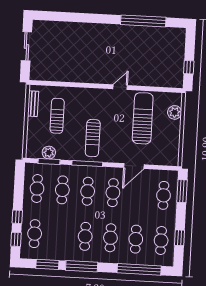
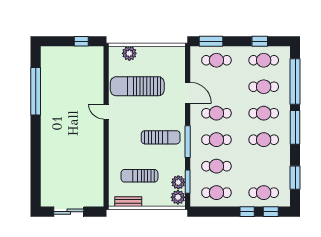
plant: (35, 152) -> (178, 197), added
window: (82, 266) -> (295, 127), moved

